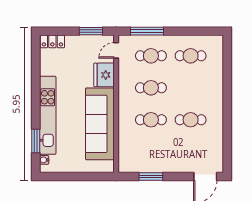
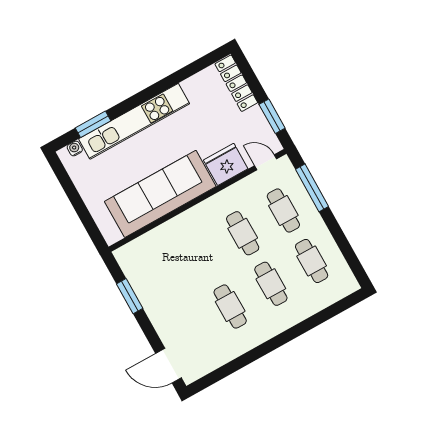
locker: (52, 41) -> (236, 83), width x1.53
cafe table: (151, 120) -> (271, 284), moved

